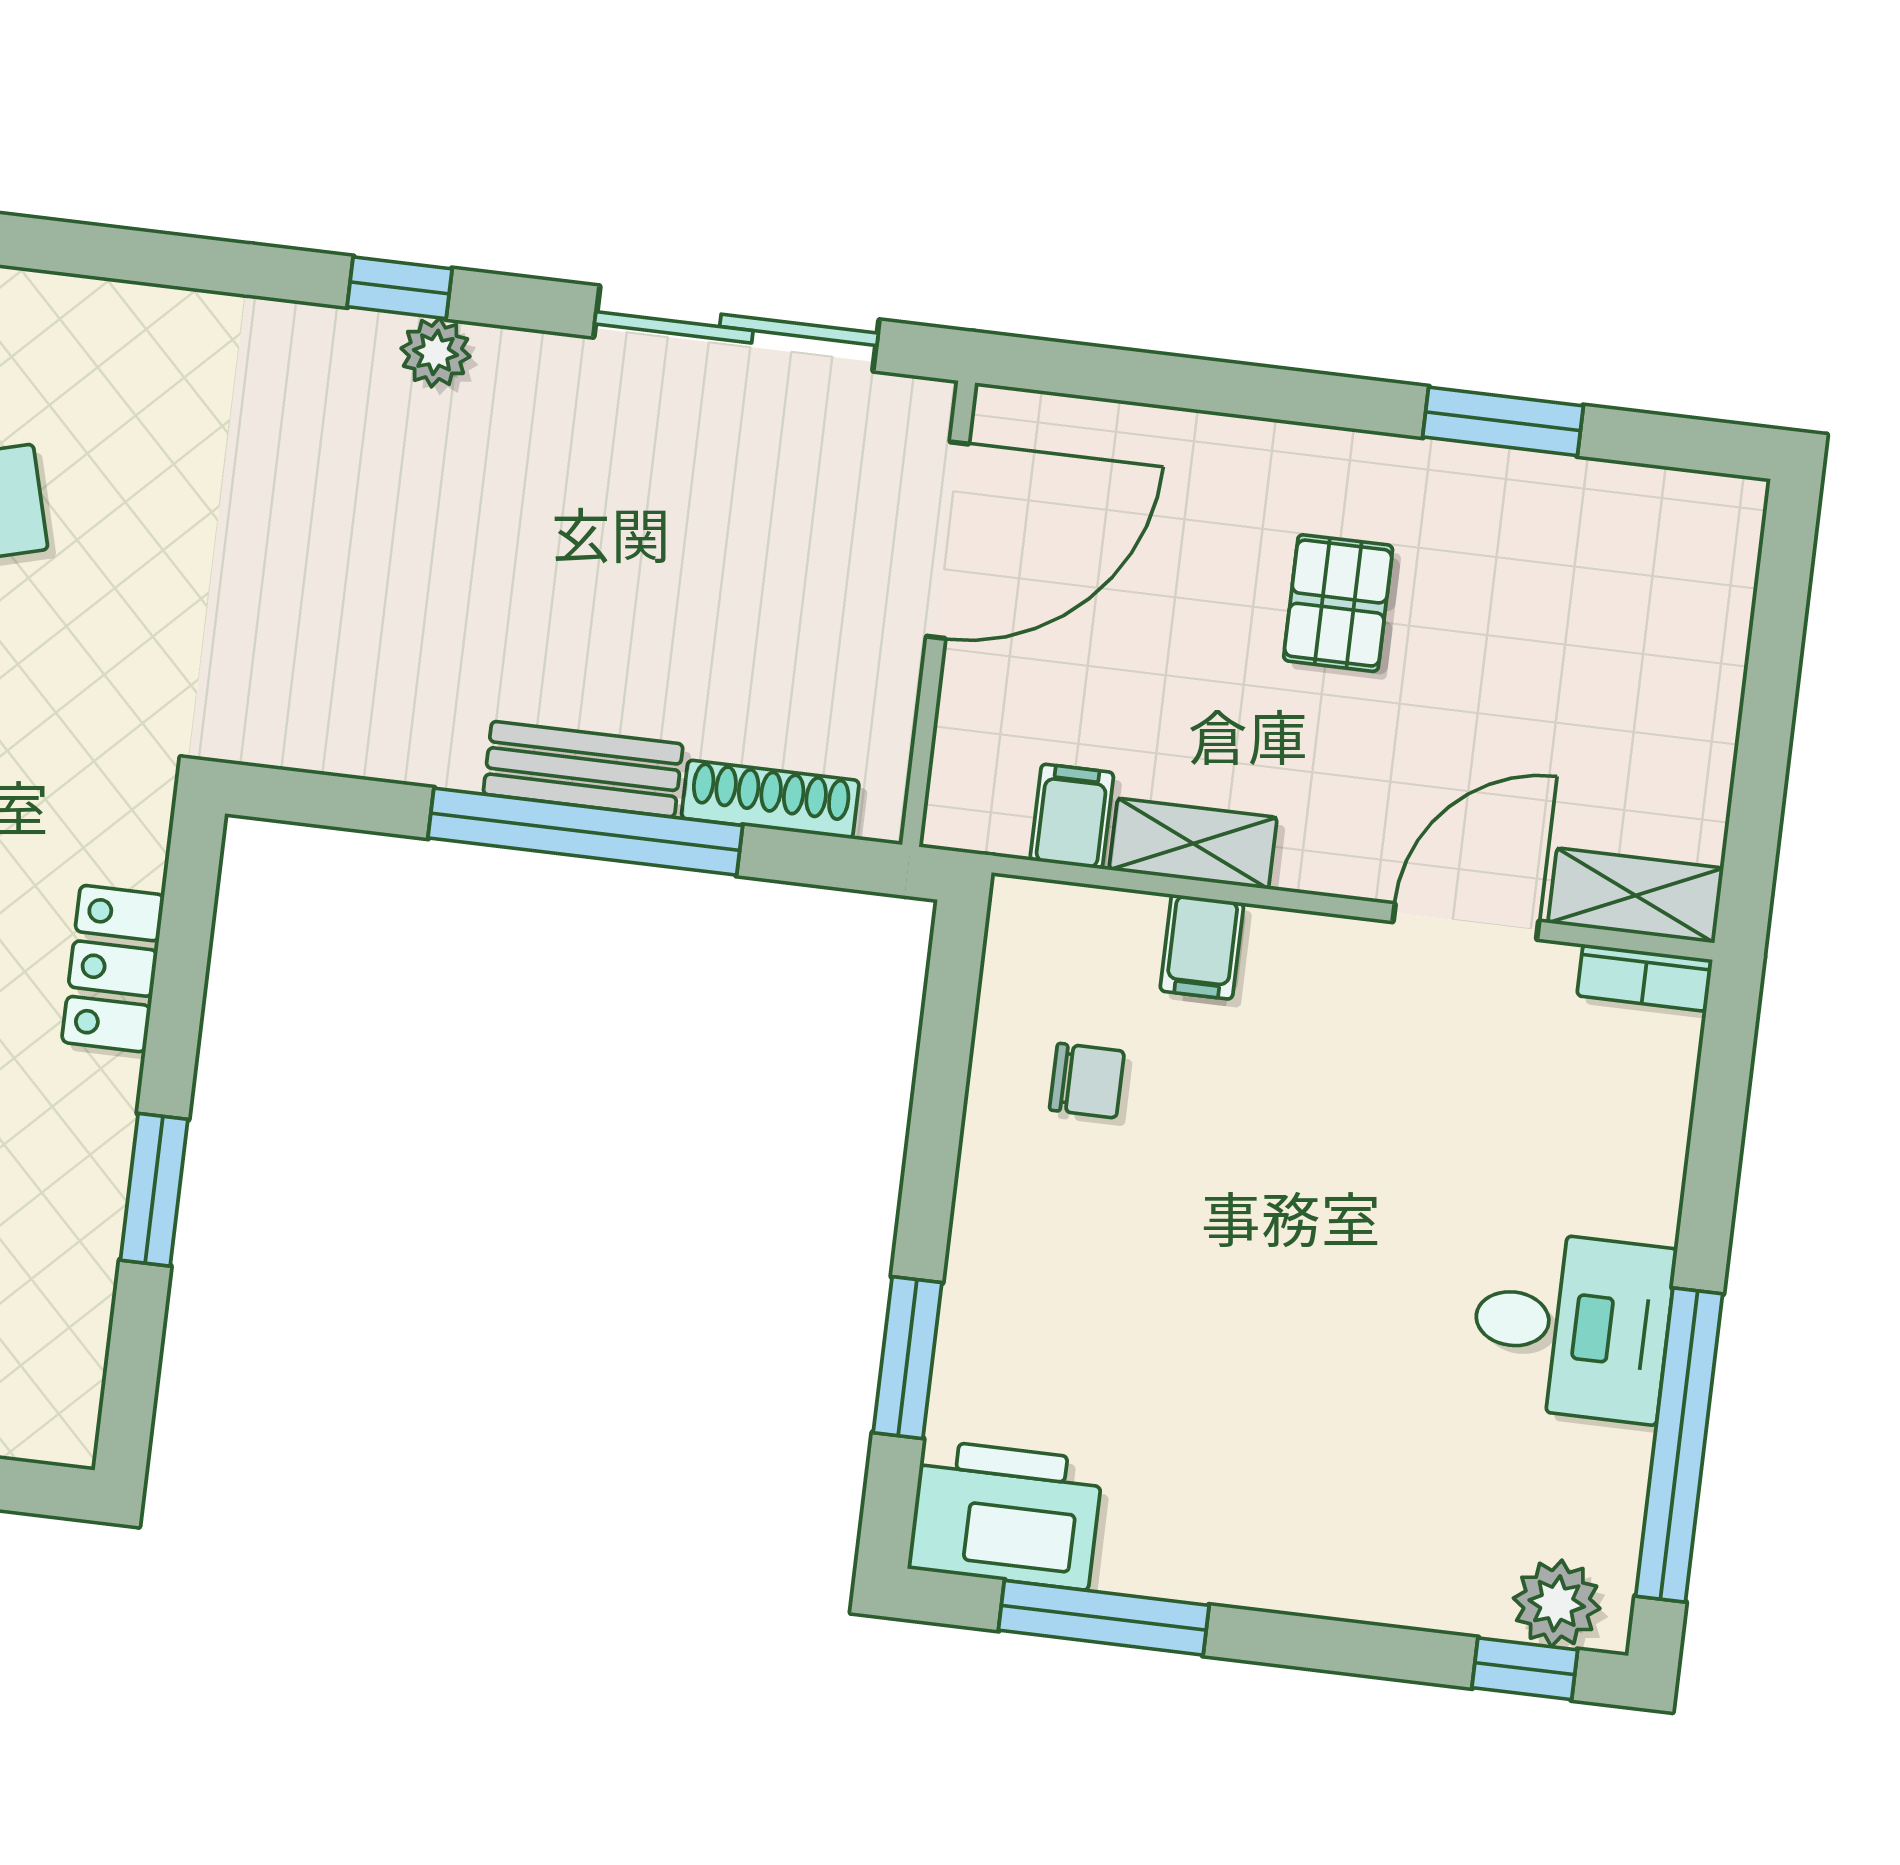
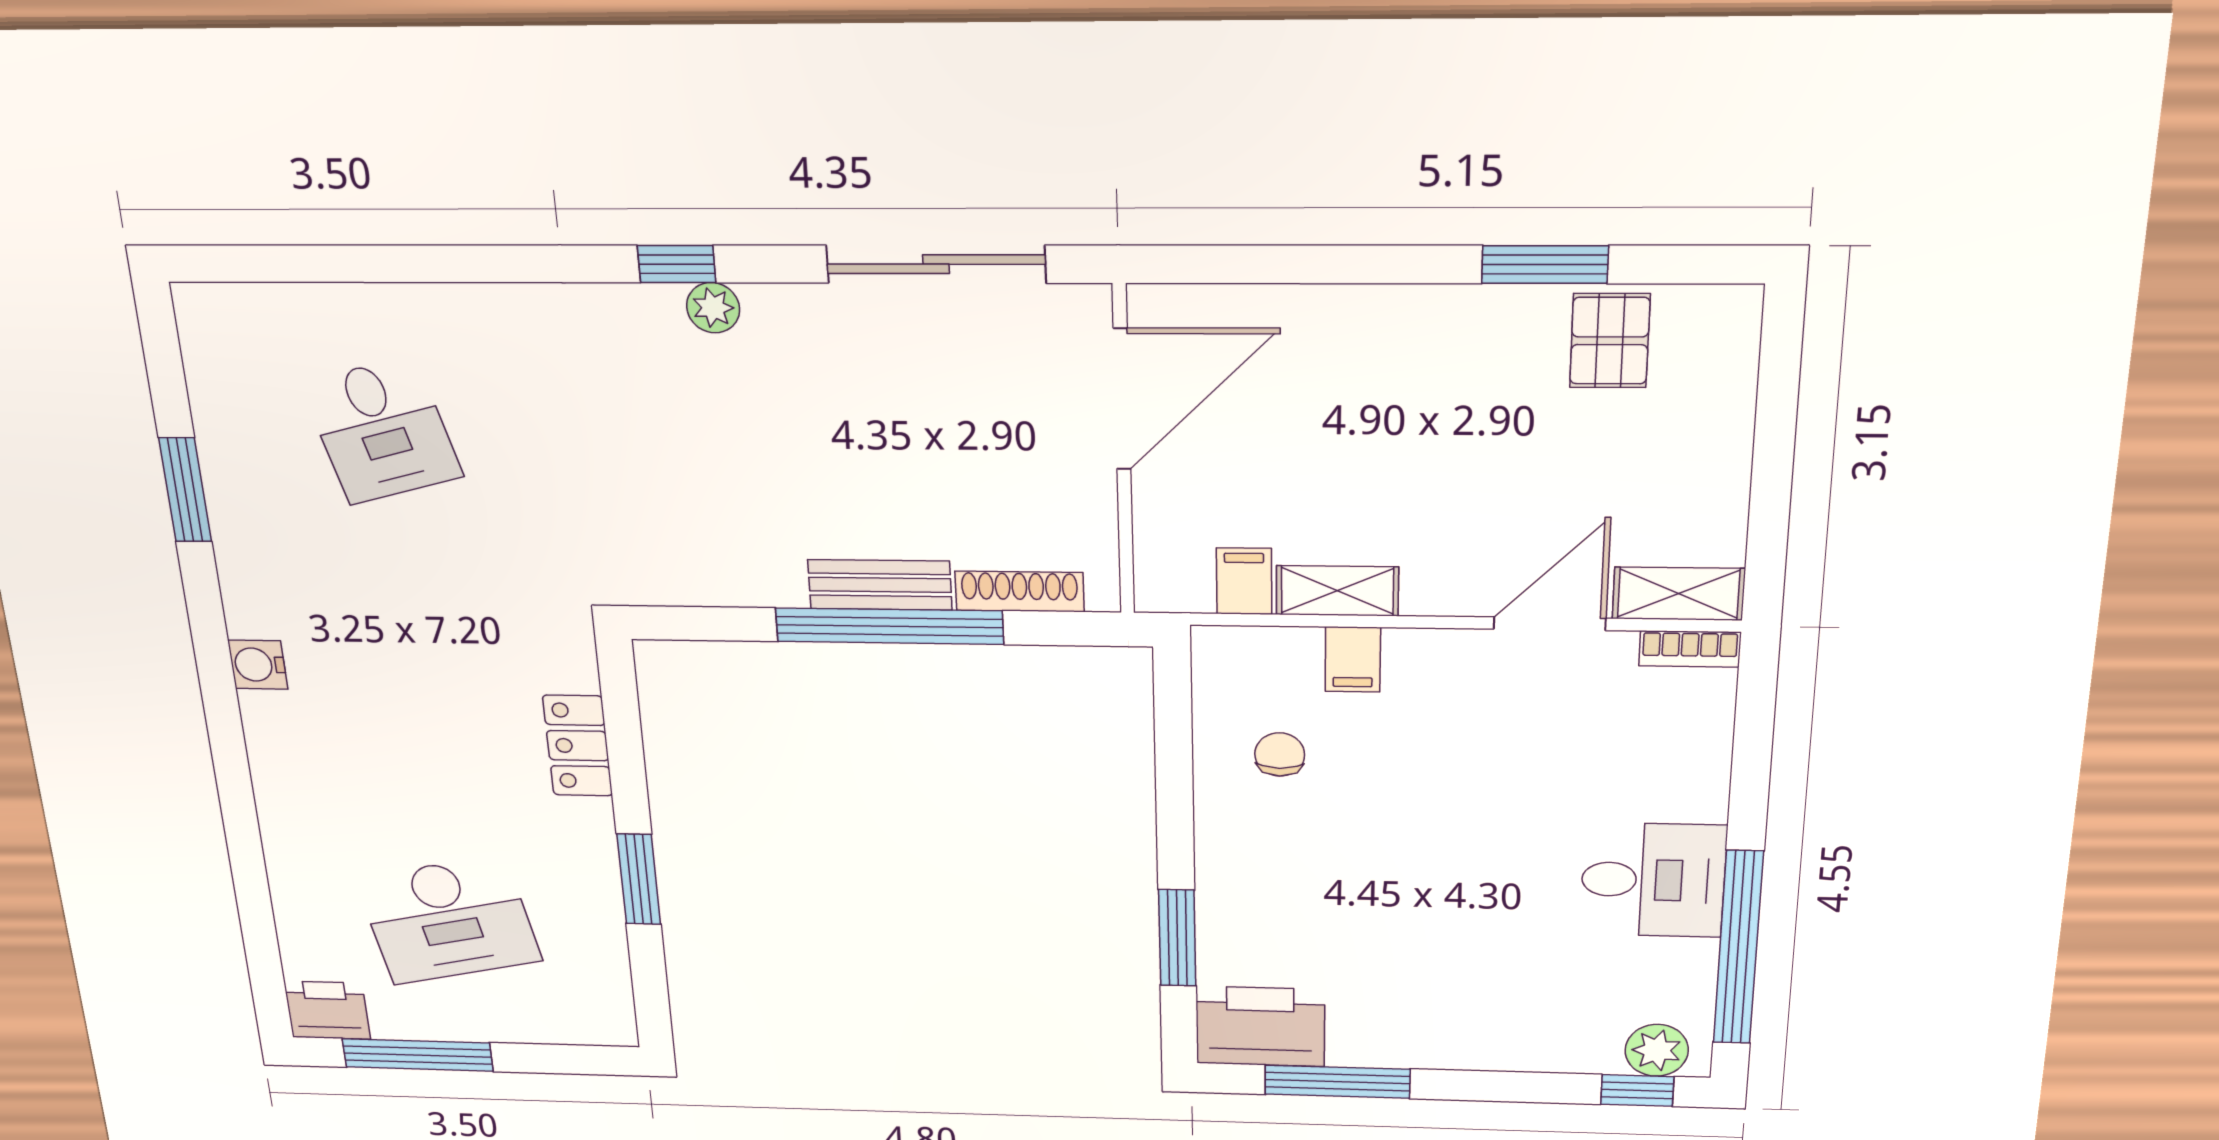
pallet: (1338, 603) -> (1610, 341), moved
chair: (1087, 1081) -> (1280, 754), turned -90

